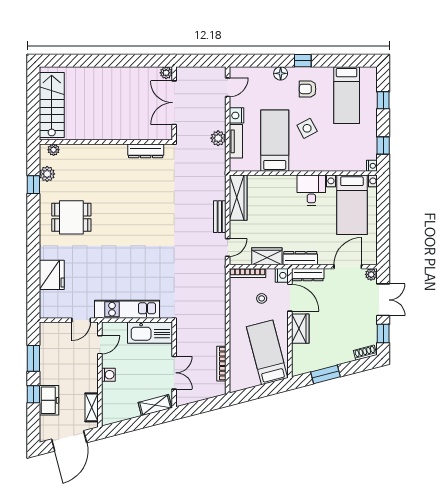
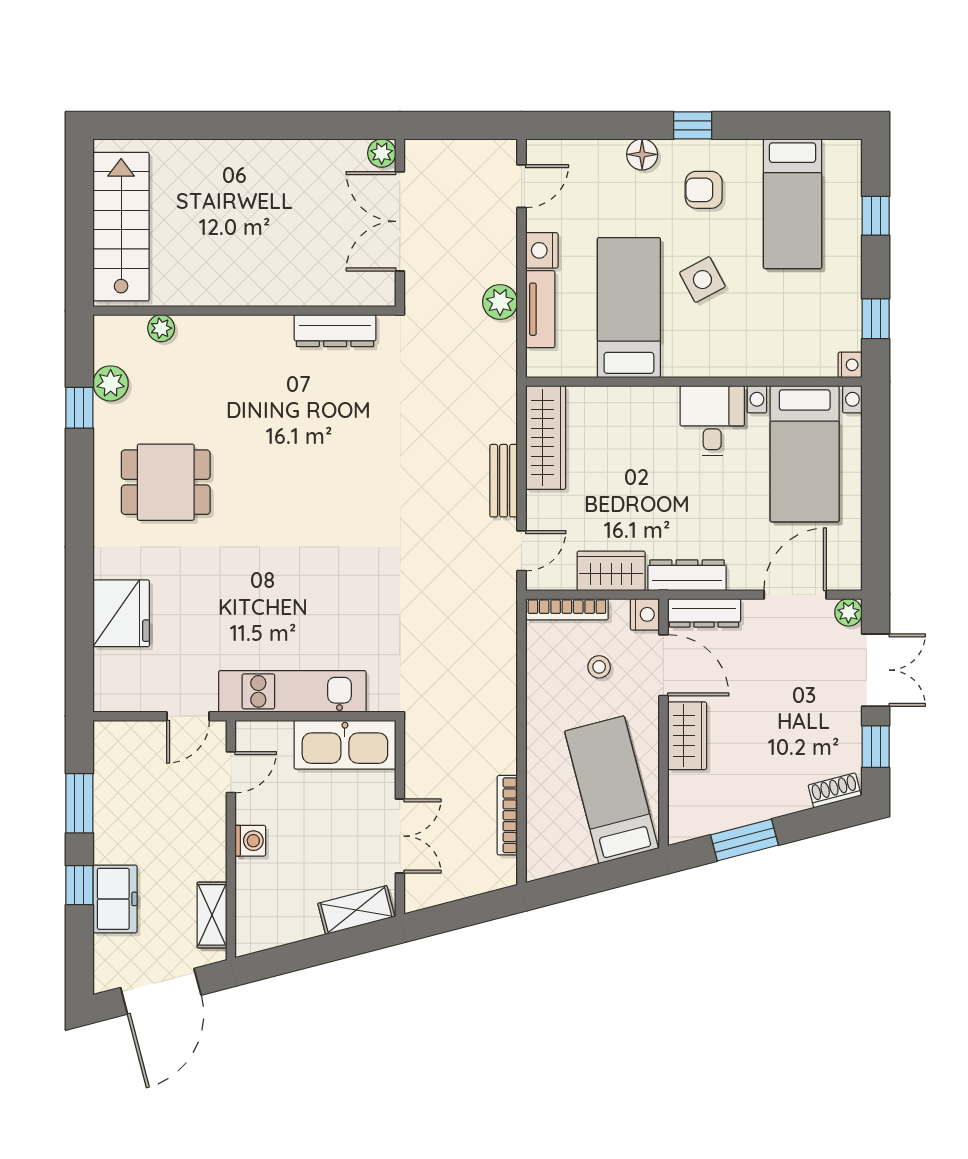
plant: (54, 150) -> (161, 328), moved

